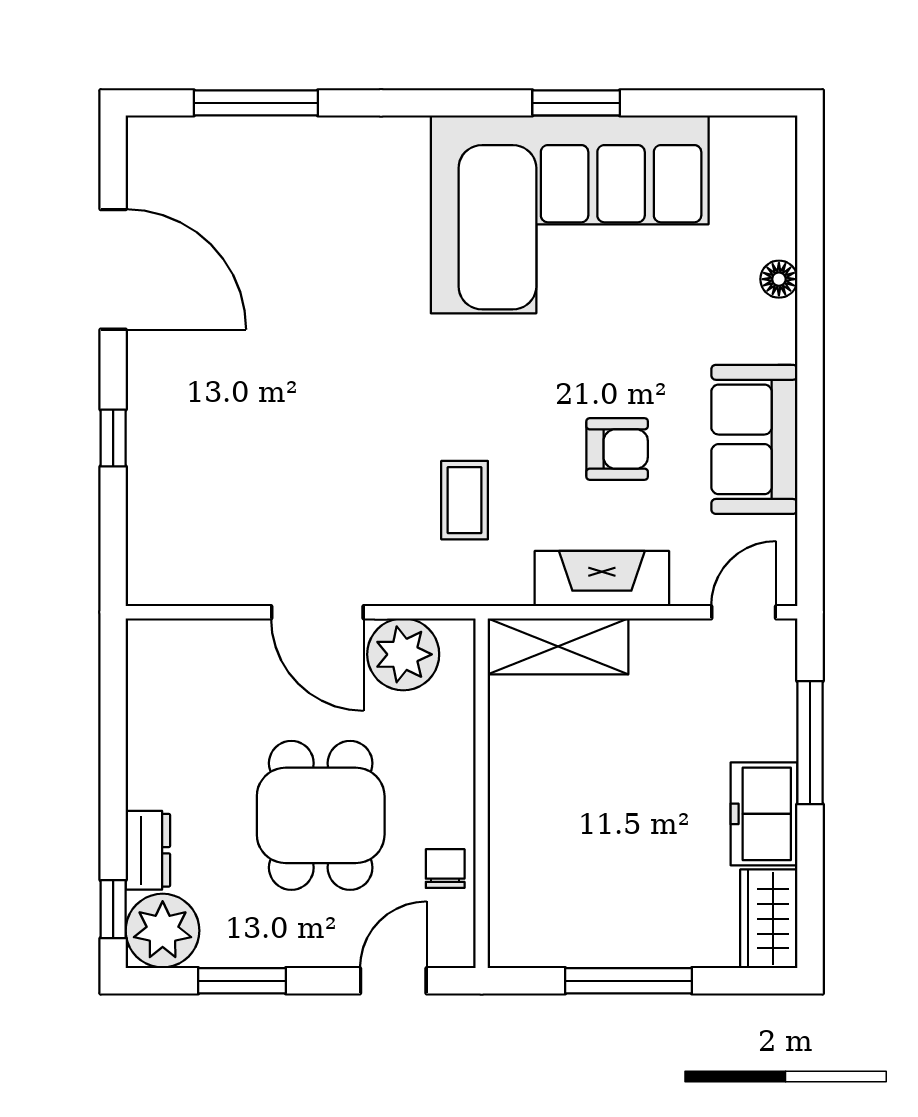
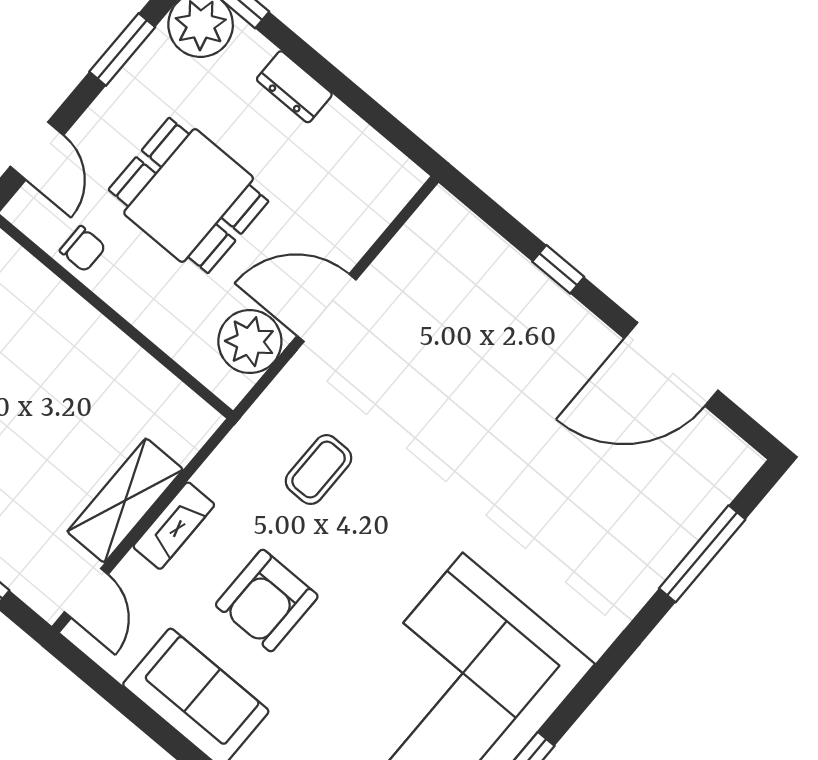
armchair: (617, 449) -> (267, 601), width x1.38, depth x1.38
coffee table: (465, 500) -> (319, 470), turned 90
fireplace: (602, 579) -> (174, 526), width x0.73, depth x0.76
shelving: (558, 646) -> (125, 500), moved
dresser: (148, 850) -> (294, 87), moved

